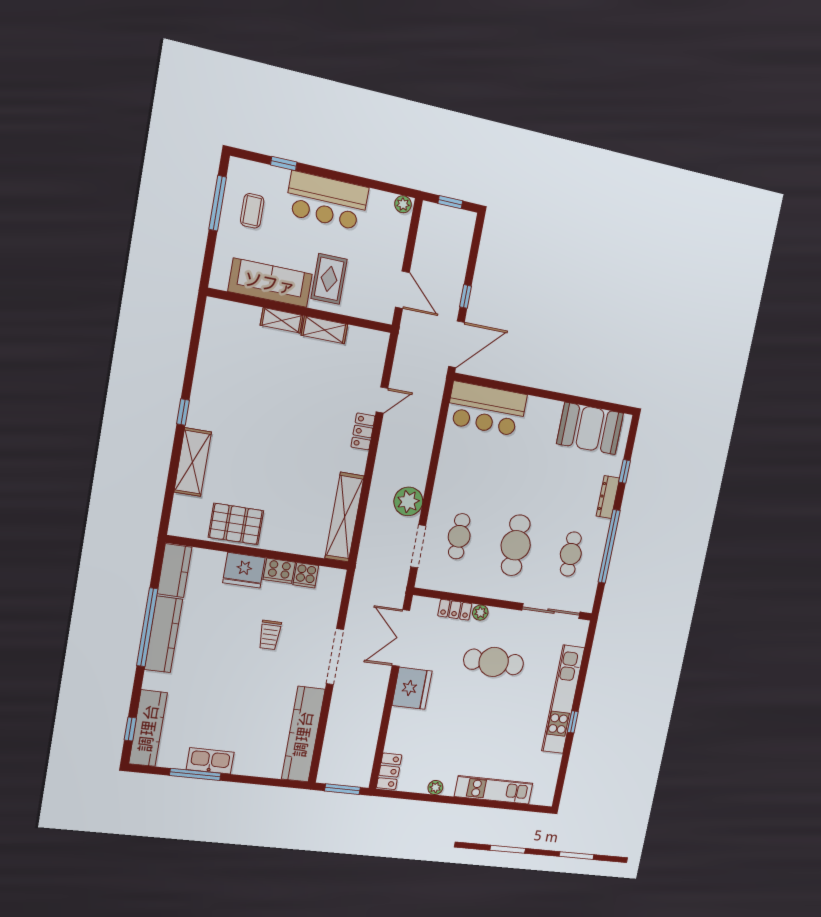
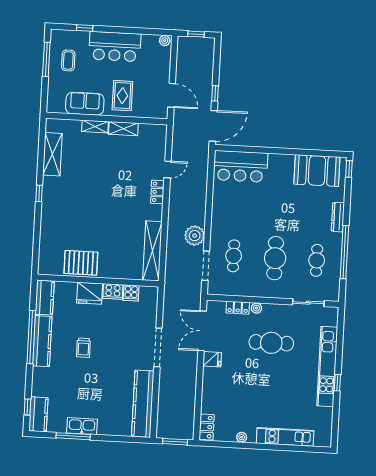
sofa: (270, 283) -> (85, 104), width x0.73
shelving: (193, 462) -> (52, 154), moved
window: (624, 471) -> (349, 169), moved
sliding door: (551, 611) -> (308, 303), width x0.73
trolley: (270, 635) -> (83, 348), moved
fridge: (412, 688) -> (212, 359), width x0.53, depth x0.75
kitchen counter: (148, 728) -> (38, 414), width x0.67

